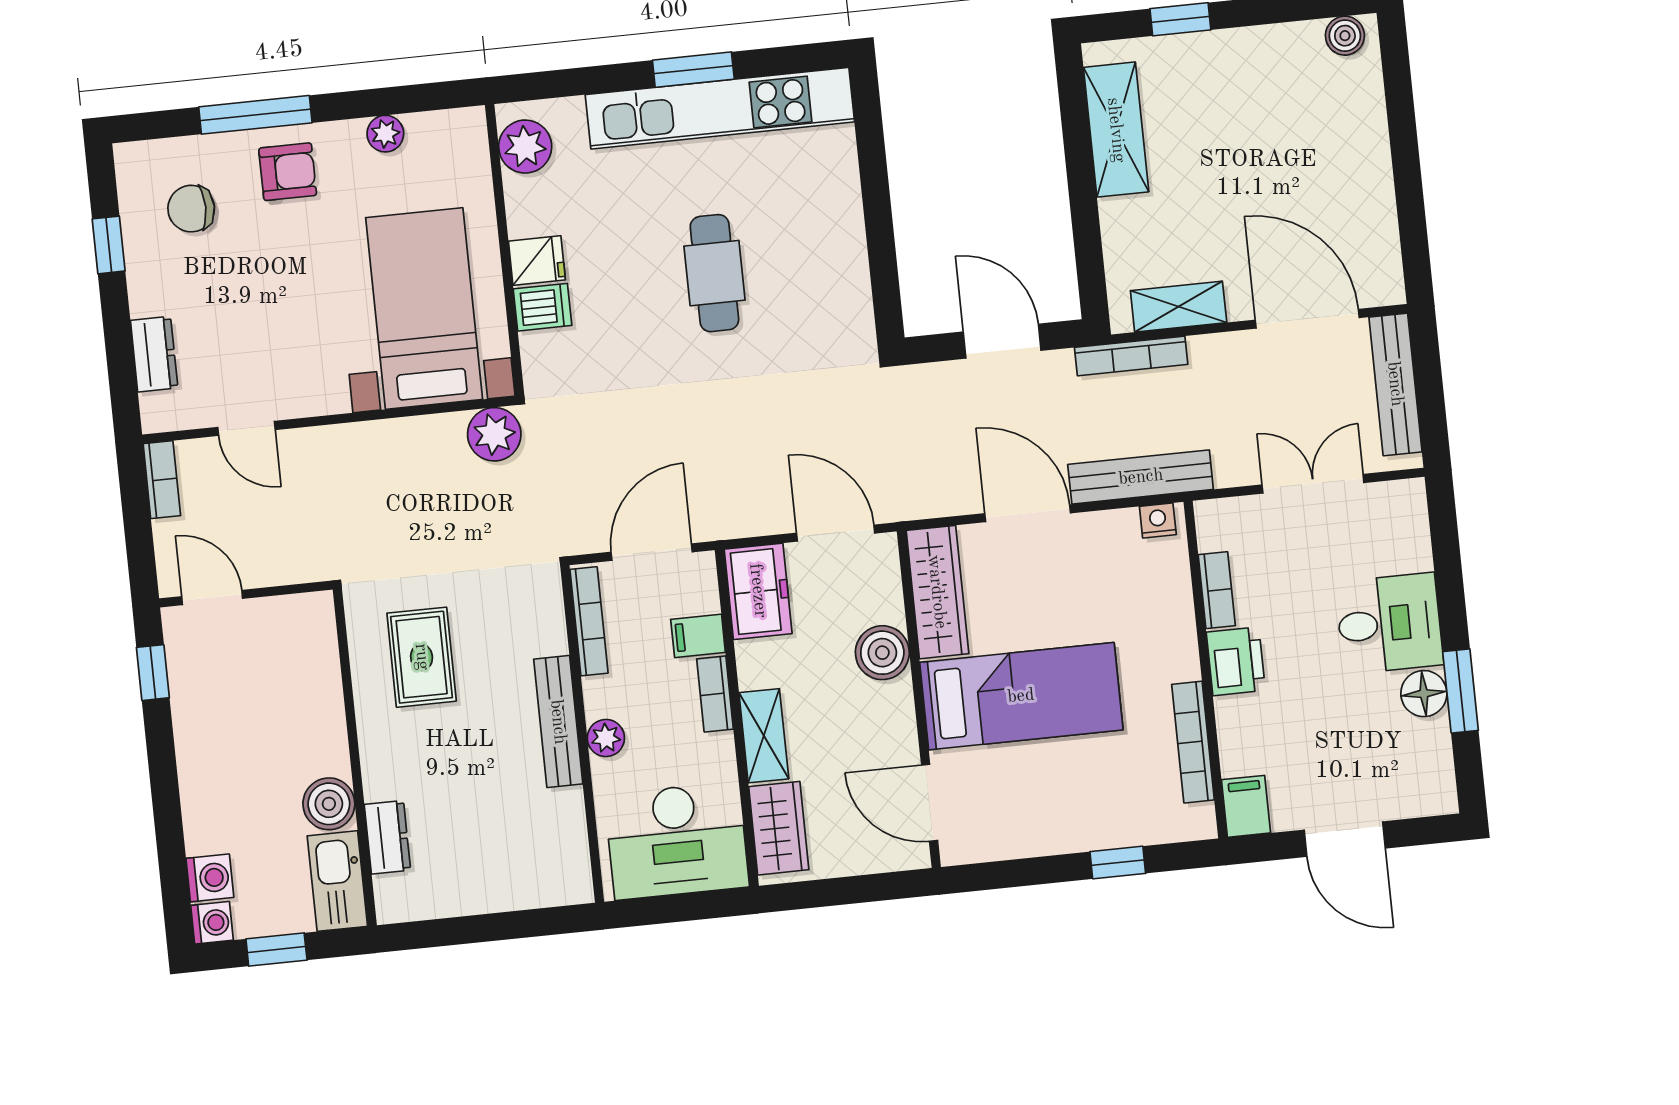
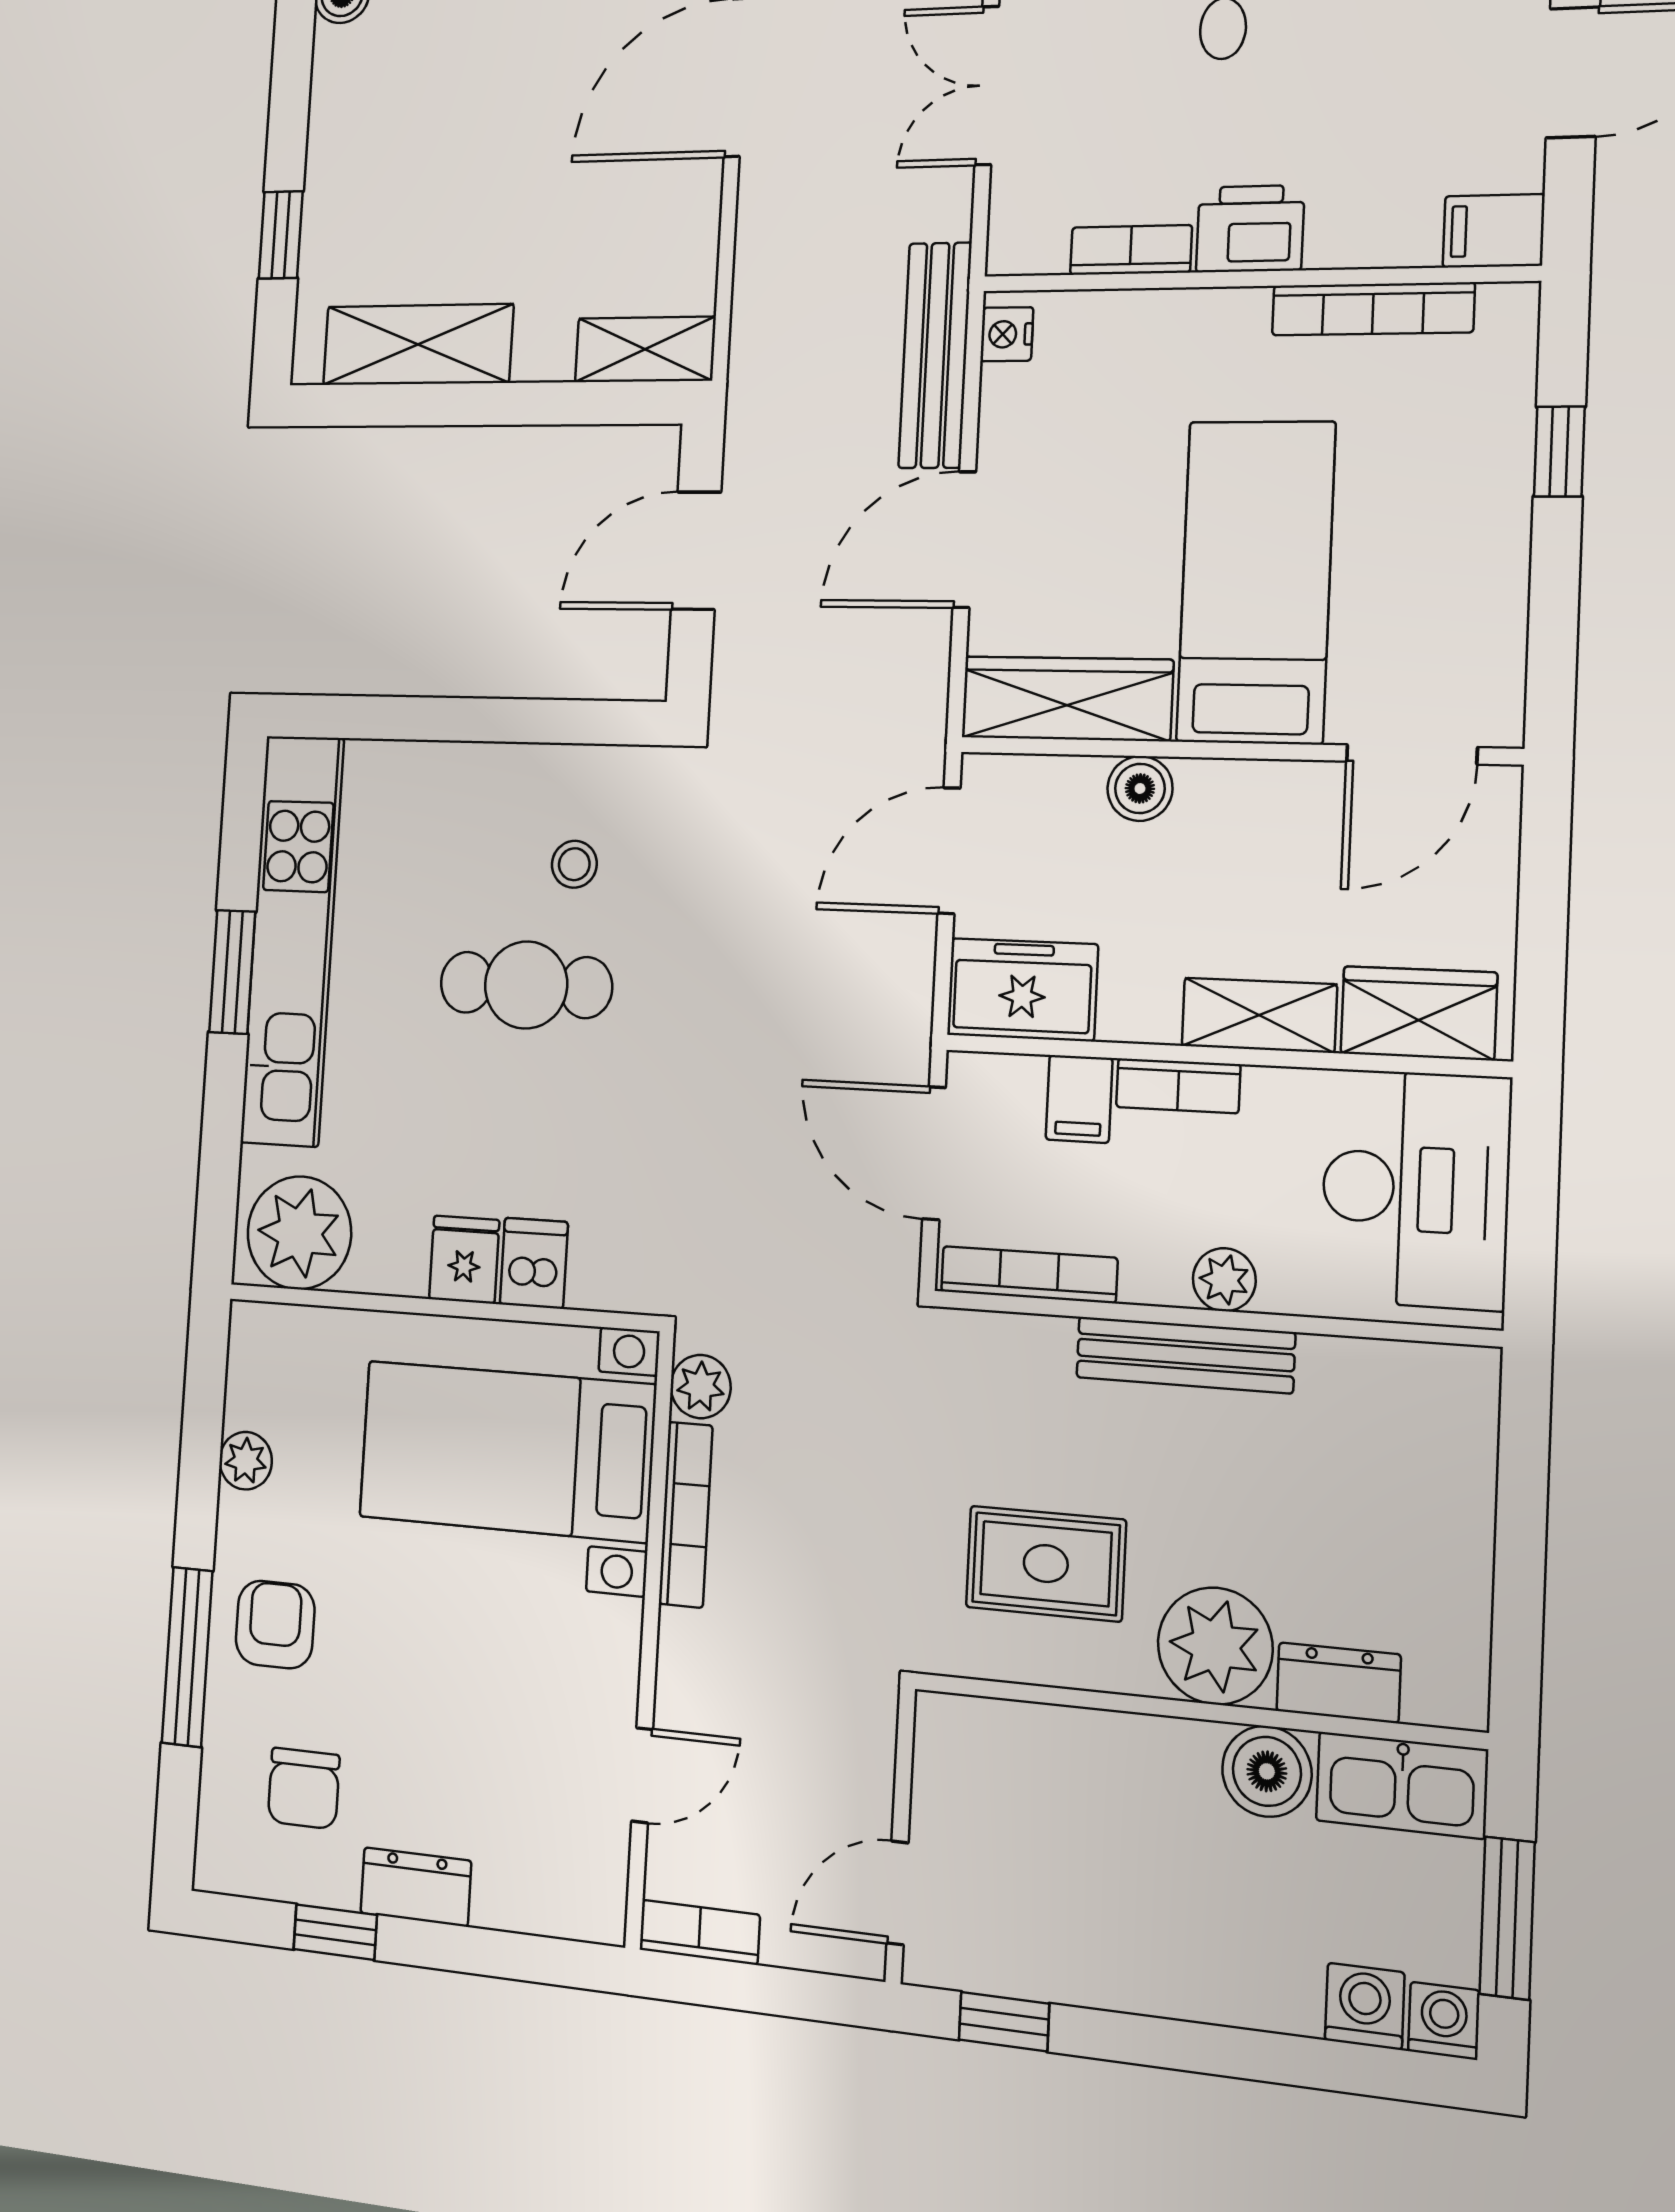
plant: (525, 147) -> (299, 1233), width x1.36, depth x1.36
stool: (795, 293) -> (574, 864), added
shelving: (1179, 307) -> (645, 349), moved, turned 90
dresser: (154, 354) -> (416, 1887), moved
bookcase: (1131, 356) -> (686, 1515), moved
plant: (494, 434) -> (701, 1387), width x0.73, depth x0.73
boiler: (882, 653) -> (1140, 788), width x0.73, depth x0.73
plant: (394, 764) -> (1215, 1646), added
window: (276, 949) -> (1507, 1918), width x1.50

